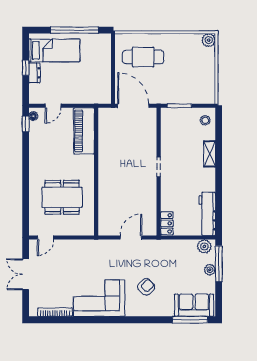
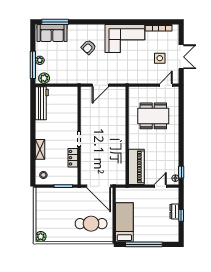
bed: (54, 50) -> (124, 222), moved, turned 90
locker: (167, 223) -> (73, 158), moved
side table: (54, 273) -> (160, 58), added

